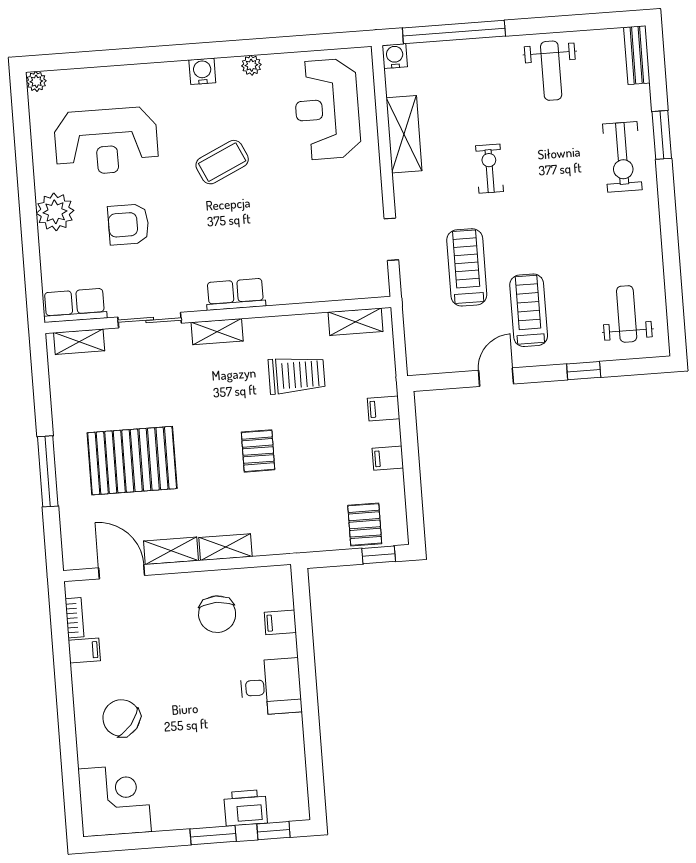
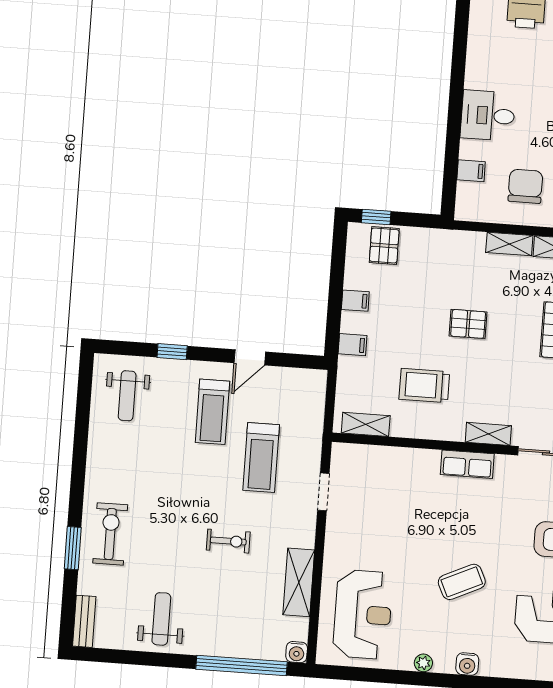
exercise bike: (490, 169) -> (228, 541), turned -90
pallet: (258, 451) -> (468, 324), turned 90

